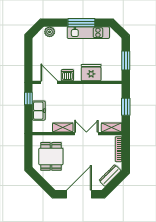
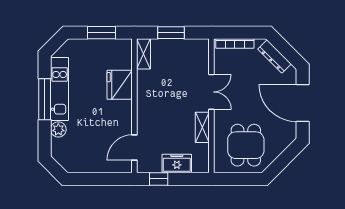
plant: (50, 32) -> (58, 129), moved
dishwasher: (67, 75) -> (124, 120), removed
shelving: (112, 127) -> (144, 54), moved
double door: (86, 134) -> (211, 92), swing flipped
dining table: (51, 156) -> (246, 145), turned 90

